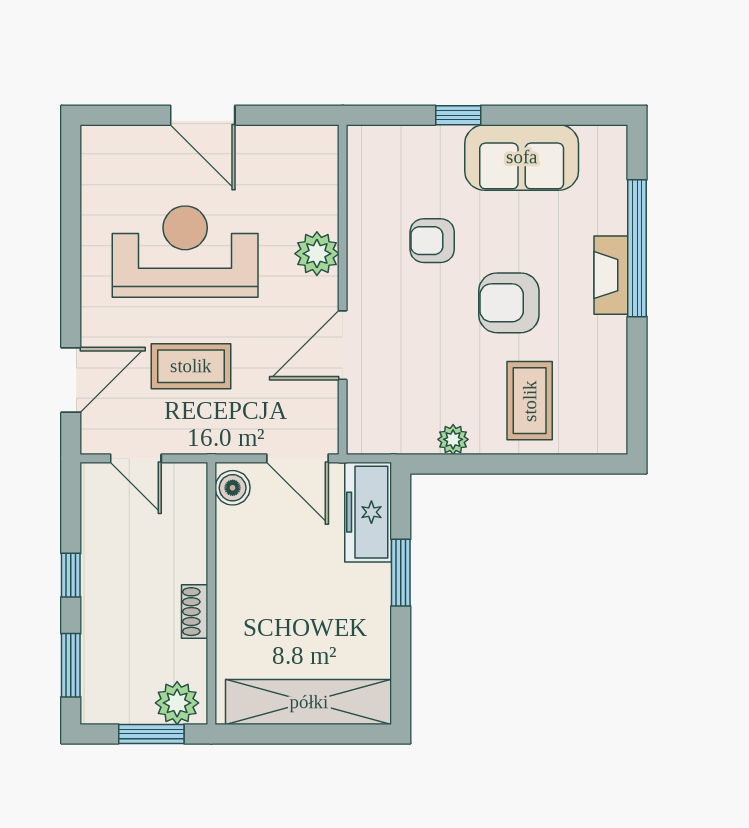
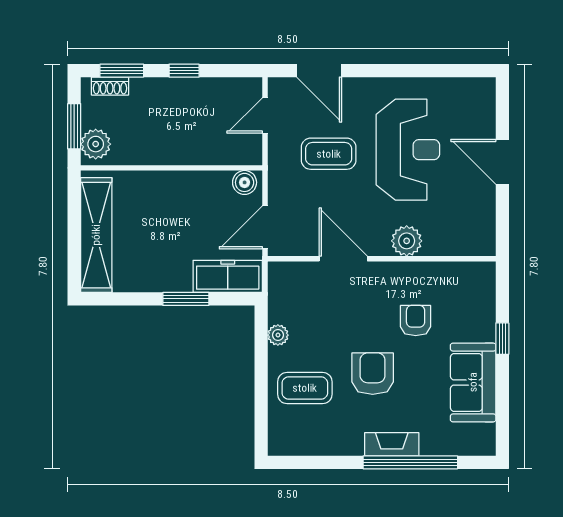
door: (203, 115) -> (502, 162), hinge flipped
coffee table: (191, 366) -> (329, 154), turned 90
shoe rack: (195, 612) -> (110, 86), moved, turned 180

